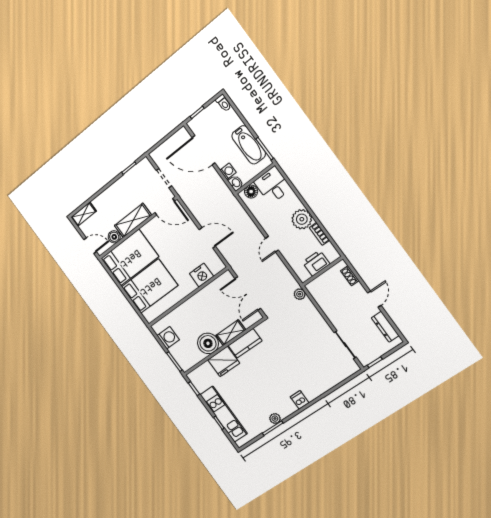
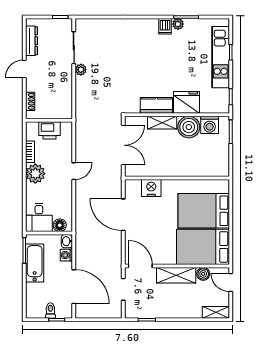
toilet: (223, 103) -> (50, 311), moved
door: (207, 238) -> (123, 215), width x1.36
plant: (300, 294) -> (81, 70), moved
washing machine: (168, 338) -> (210, 125), moved, turned -90
dishwasher: (300, 400) -> (165, 26), moved

